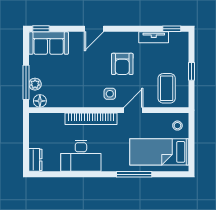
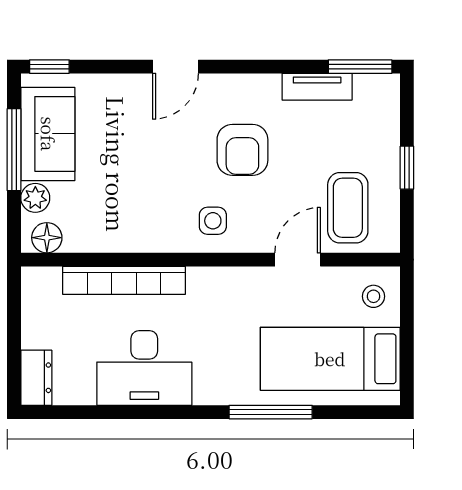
window: (172, 29) -> (360, 67), width x1.50
sofa: (49, 43) -> (48, 134), moved, turned -90
window: (26, 82) -> (14, 150), moved
door: (133, 110) -> (298, 260), moved
bookcase: (91, 119) -> (124, 280), moved

